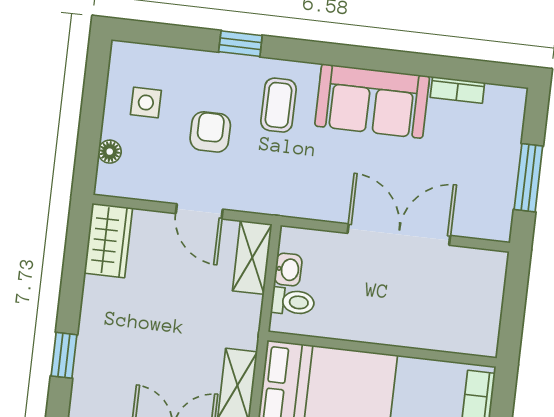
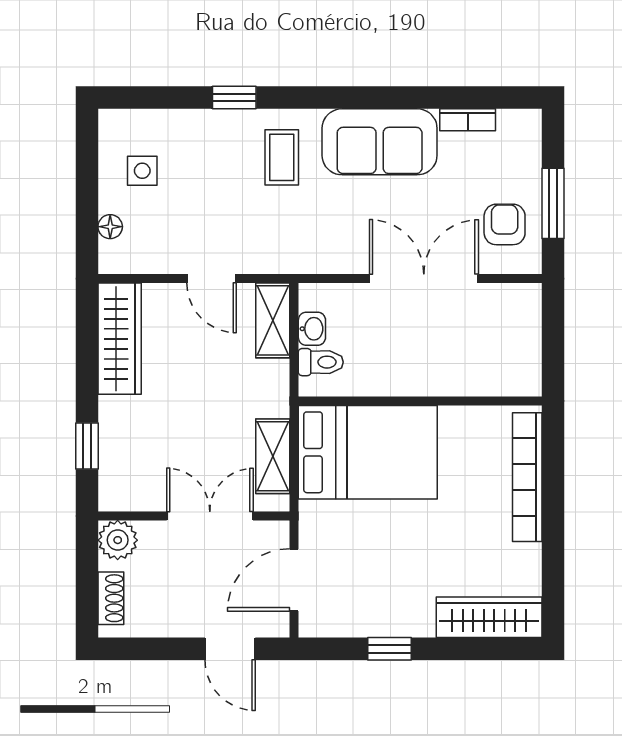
armchair: (210, 132) -> (505, 224), moved
wardrobe: (108, 240) -> (120, 339), width x1.50

